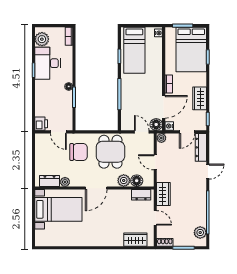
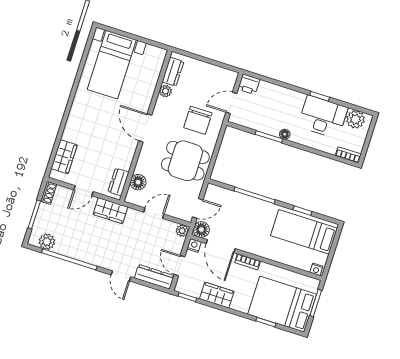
plant: (124, 180) -> (144, 166), removed
bed with nightstands: (58, 209) -> (112, 65), moved

